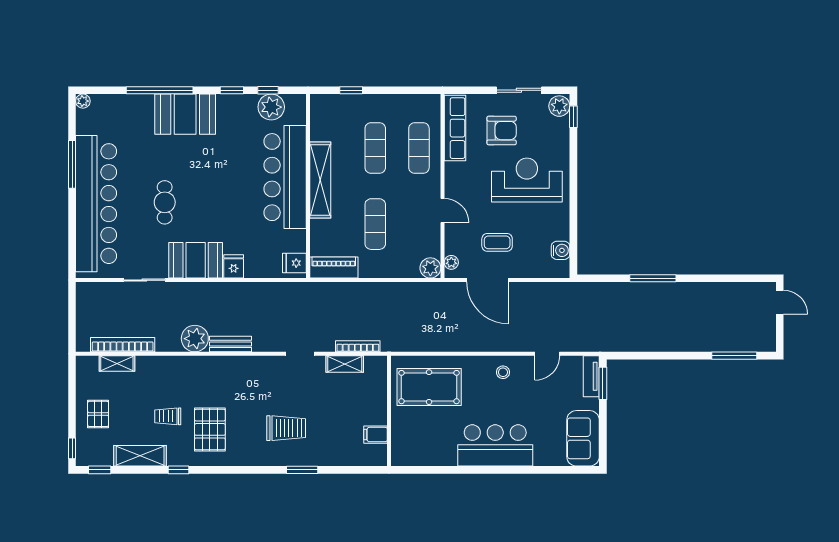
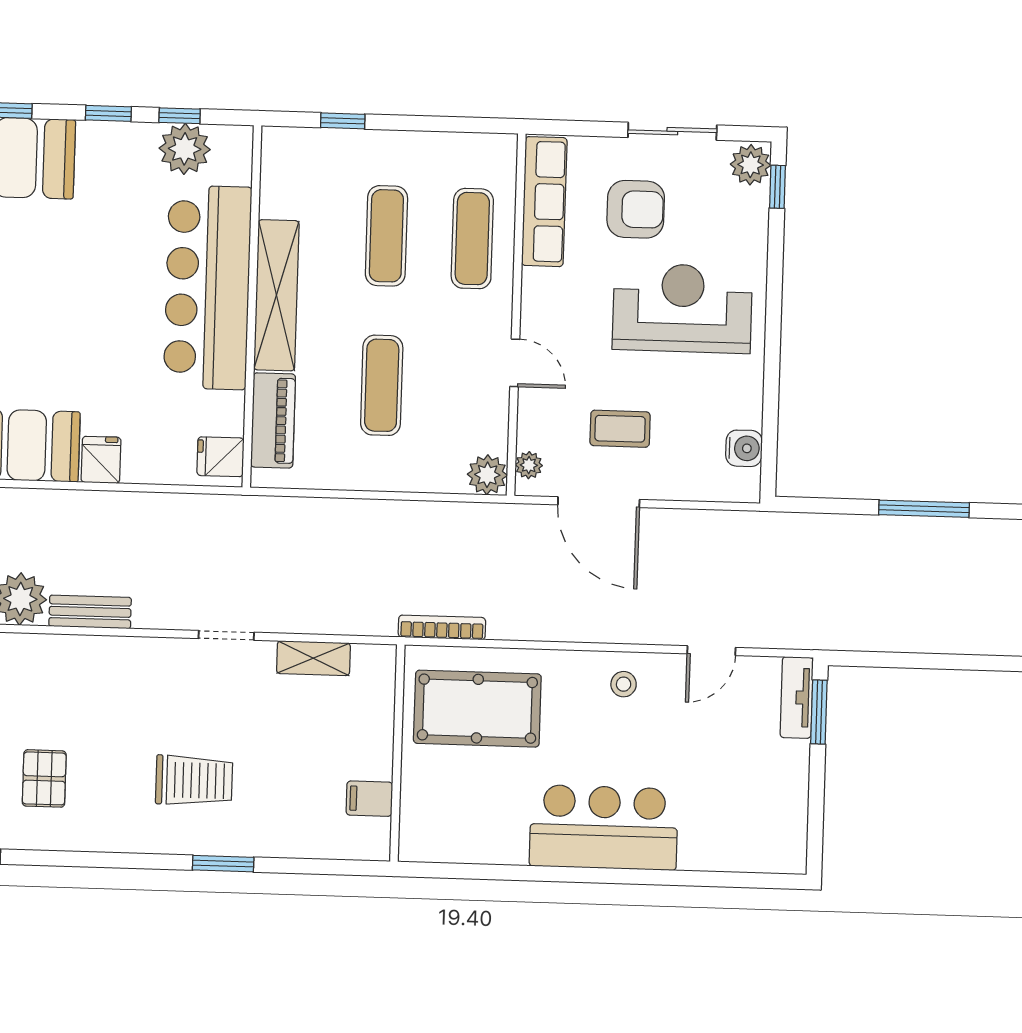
piano: (334, 267) -> (273, 420), moved, turned 90
bookcase: (358, 346) -> (442, 627), moved
pallet: (210, 429) -> (44, 778), width x0.67, depth x0.71
sofa: (583, 438) -> (777, 819), removed

